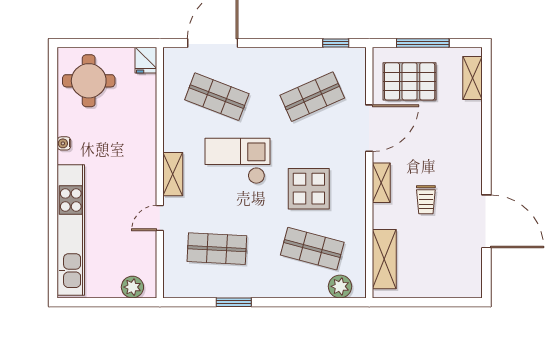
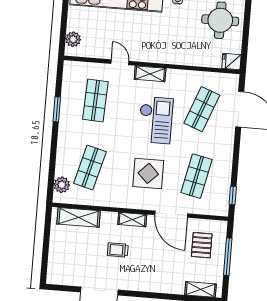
pallet: (410, 81) -> (202, 245), width x0.67, depth x0.71
shop shelf: (312, 97) -> (196, 176), turned 36
display table: (309, 189) -> (148, 173), moved

